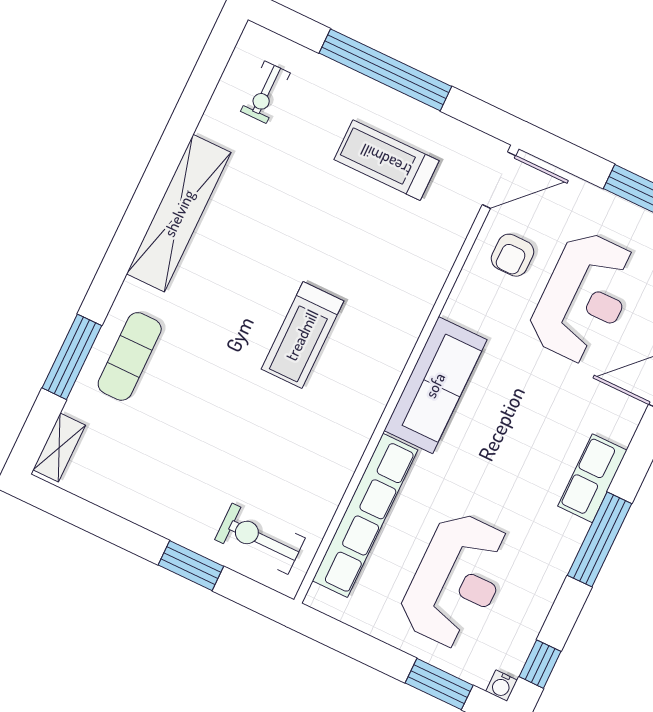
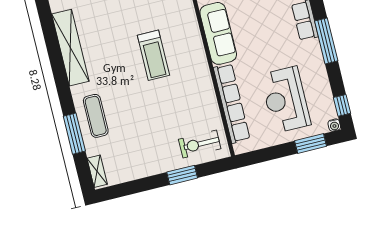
reception desk: (457, 580) -> (285, 100), turned 180

